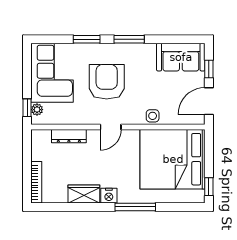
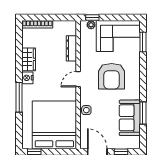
window: (87, 39) -> (143, 42), moved
window: (129, 39) -> (143, 113), moved
sofa: (181, 57) -> (130, 118), moved
armchair: (107, 82) -> (112, 76), turned 90
door: (111, 127) -> (78, 79), hinge flipped

